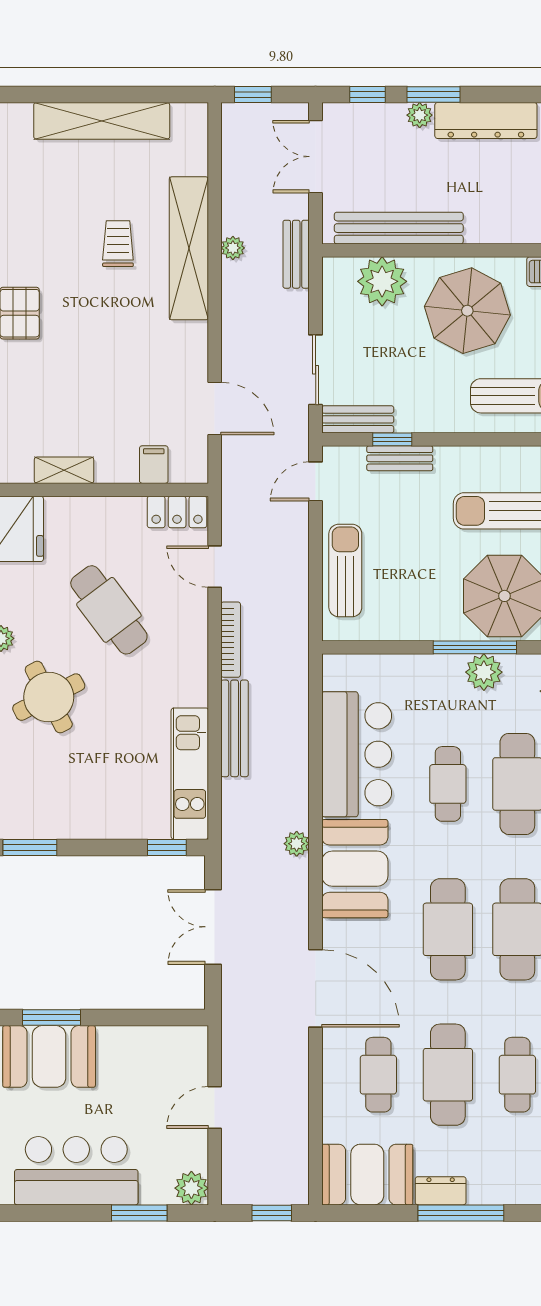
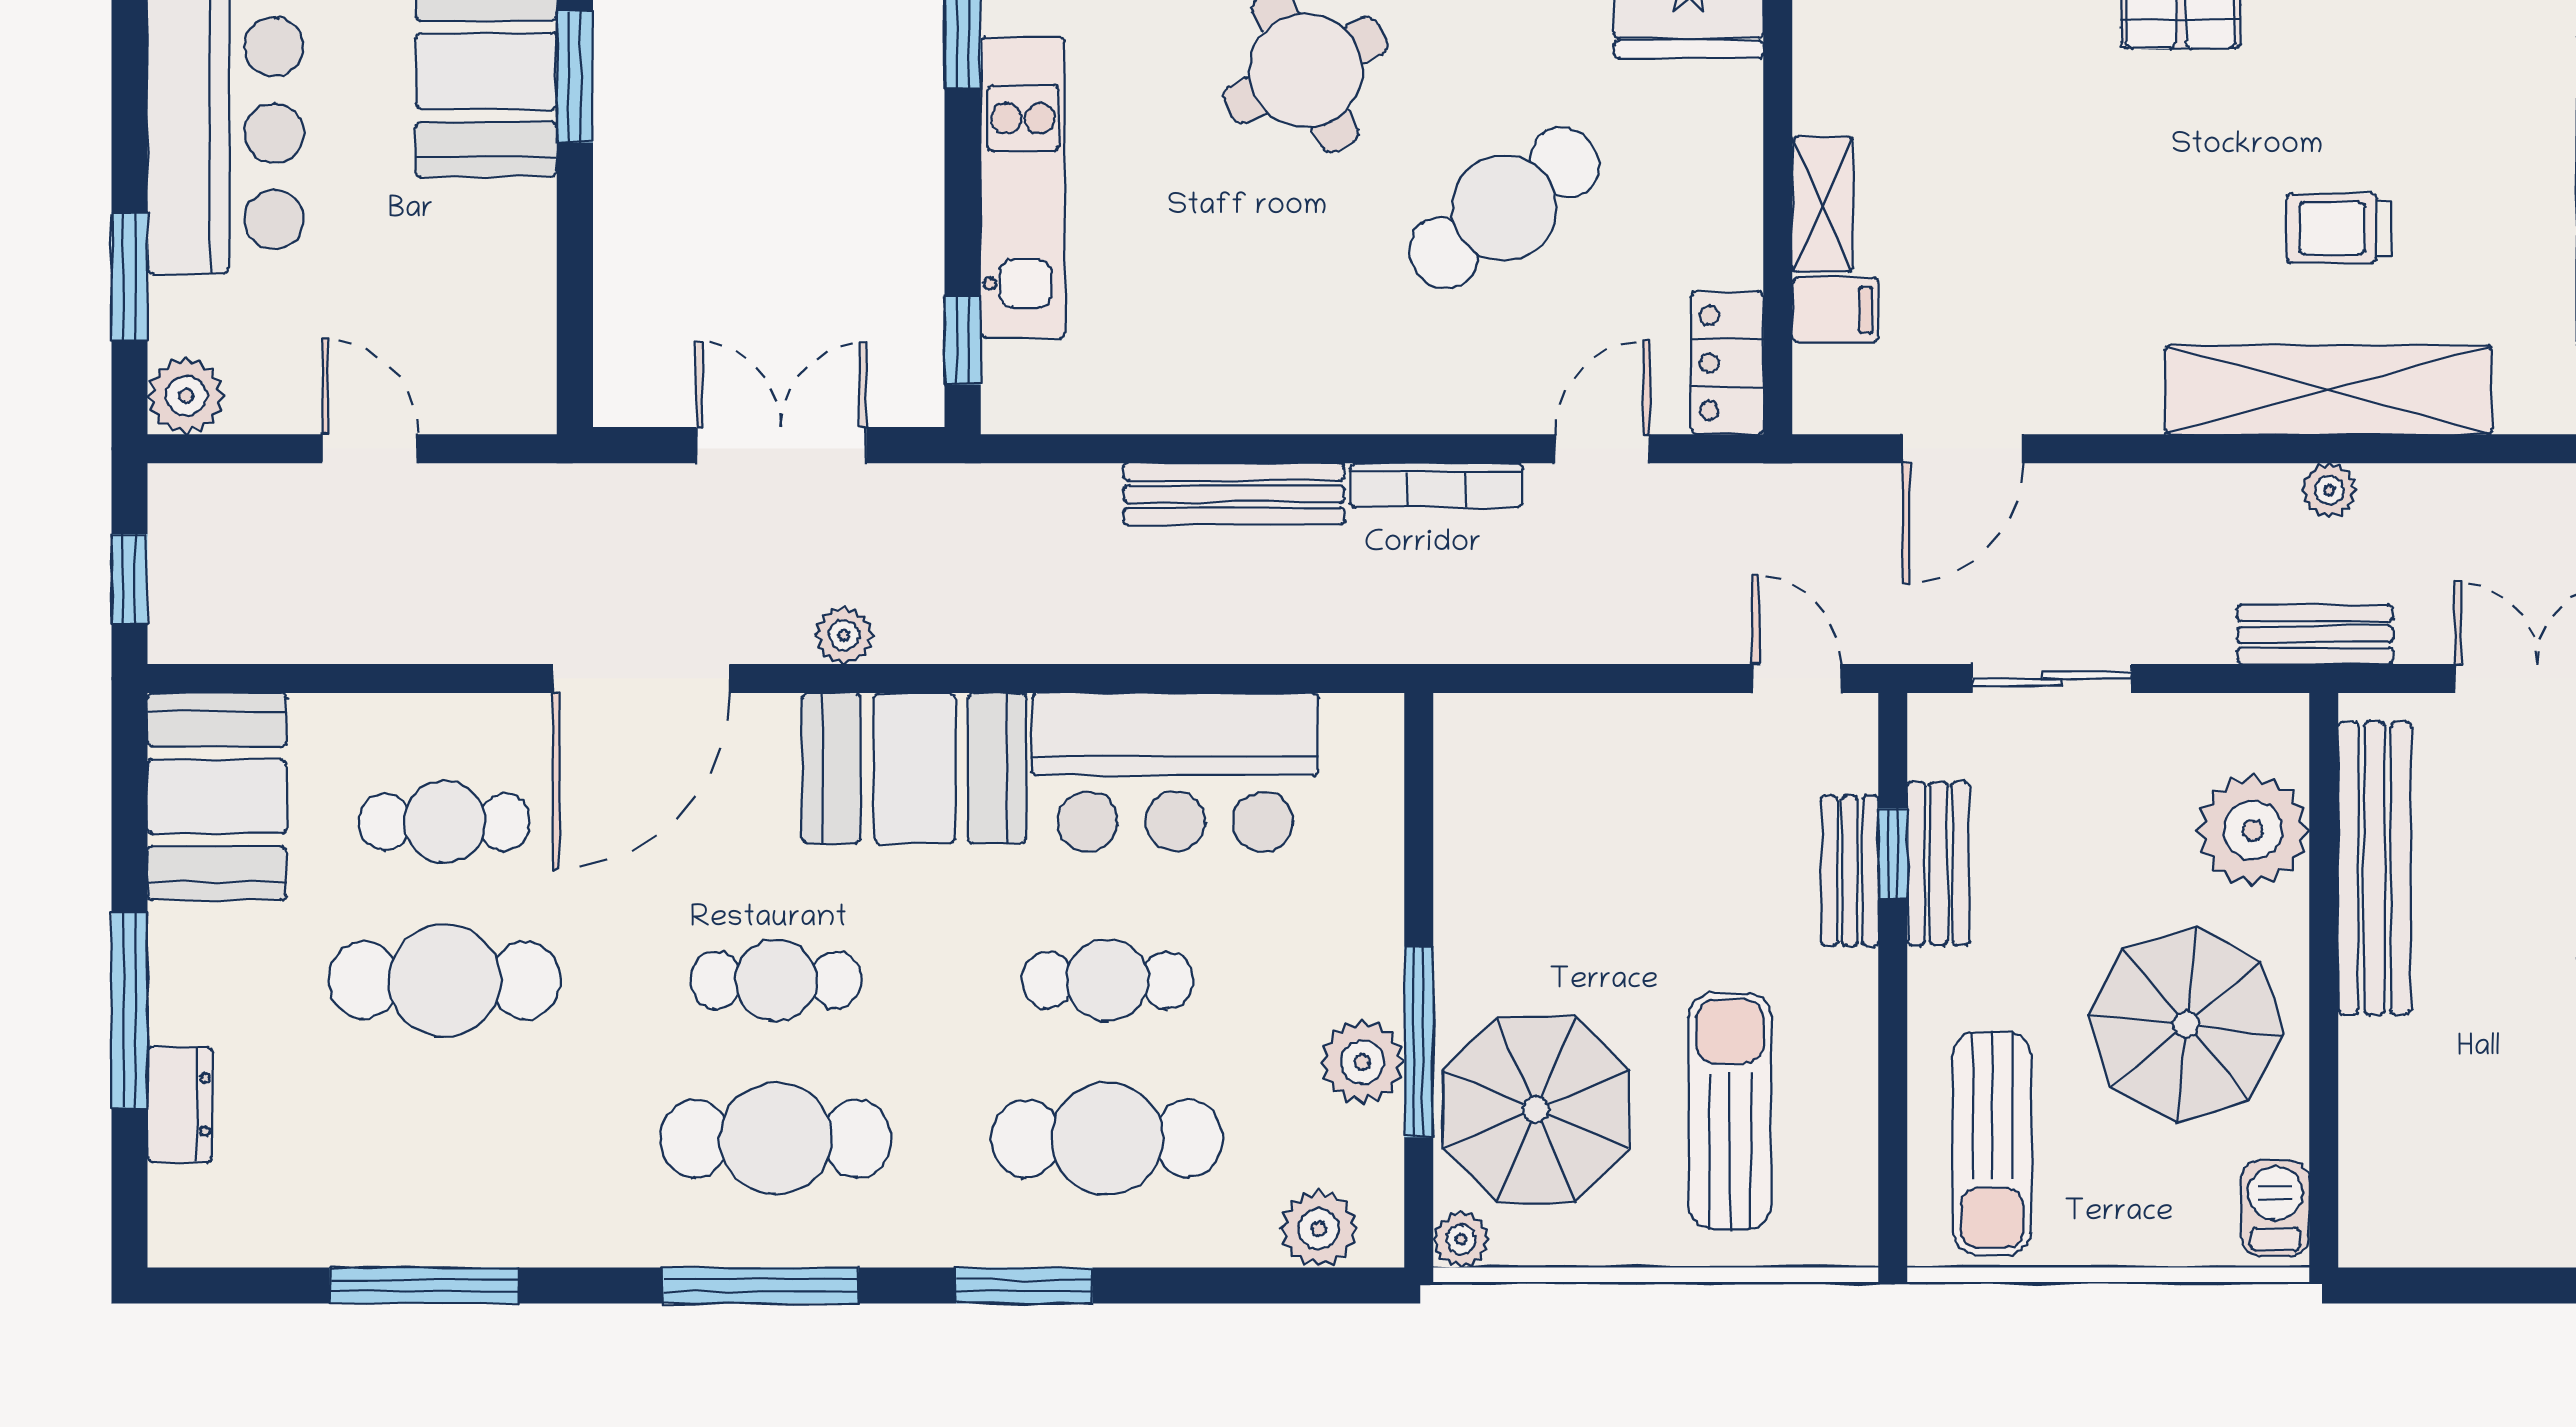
trolley: (118, 244) -> (2339, 228), turned 180
bench: (358, 419) -> (1938, 863), moved
shelving: (64, 470) -> (1823, 204), moved
sun lounger: (345, 571) -> (1594, 747), removed
kitchen unit: (190, 774) -> (1023, 187), moved, turned 90
plant: (297, 844) -> (844, 635), moved
cafe table: (448, 929) -> (776, 980), width x0.73, depth x0.74
cafe table: (517, 1075) -> (445, 1139), removed
dresser: (441, 1191) -> (180, 1104), moved

